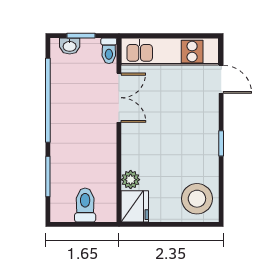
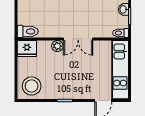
double door: (119, 98) -> (78, 39), moved
plant: (131, 180) -> (57, 46), moved
toilet: (85, 205) -> (28, 31), moved

